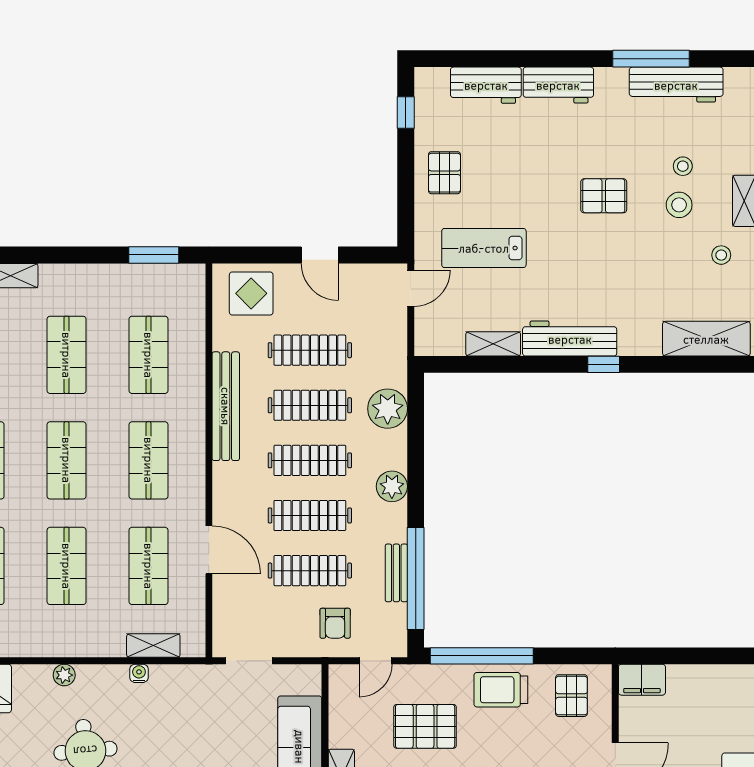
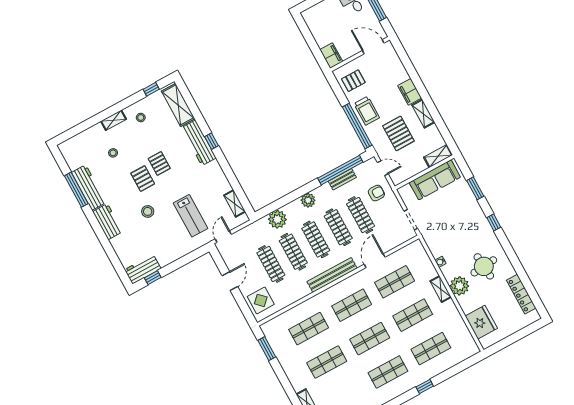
workbench: (486, 85) -> (143, 269), moved, turned -90
workbench: (676, 85) -> (89, 187), moved
pallet: (444, 173) -> (159, 163), moved, turned 90
stool: (679, 205) -> (148, 211), moved
door: (411, 288) -> (223, 237), hinge flipped
workbench: (570, 339) -> (199, 143), moved
shelving: (493, 344) -> (235, 204), moved
bench: (226, 406) -> (332, 275), moved
shelving: (153, 646) -> (441, 289), moved
plant: (64, 675) -> (459, 286), width x1.87, depth x1.87

